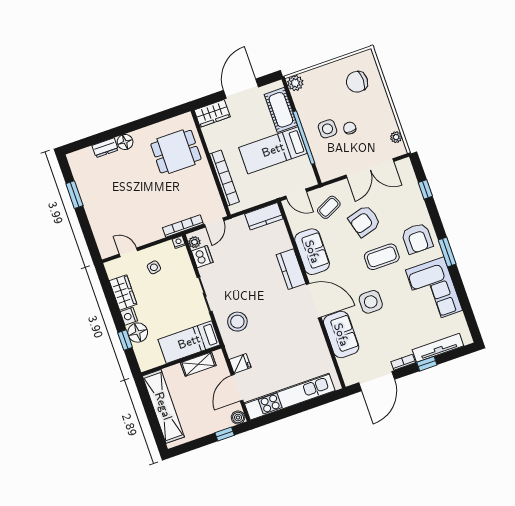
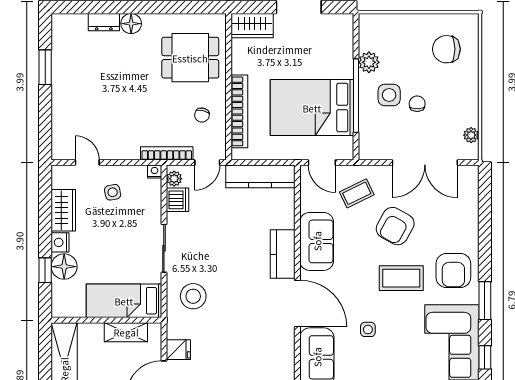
plant: (295, 83) -> (369, 62), moved
cot: (281, 110) -> (339, 51), removed
bed: (273, 150) -> (312, 108), width x1.50
window: (425, 189) -> (485, 357), moved
chair: (199, 190) -> (202, 115), added
kitchen counter: (264, 216) -> (260, 176), width x1.50
armchair: (364, 221) -> (395, 226), turned -45
side table: (371, 302) -> (368, 329), width x0.54, depth x0.54

